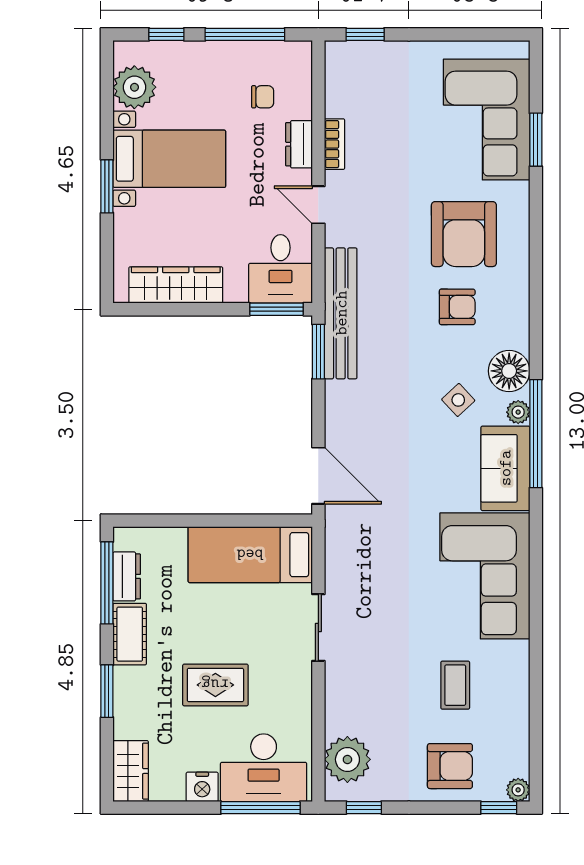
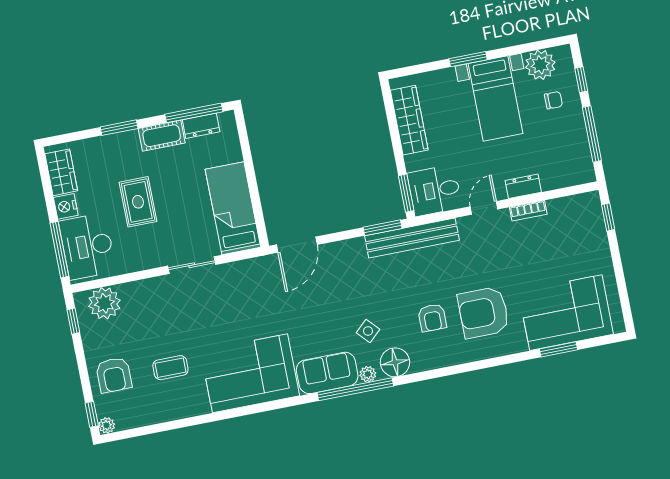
chair: (263, 97) -> (553, 100), moved, turned -90
wardrobe: (131, 771) -> (61, 172), moved, turned -90

